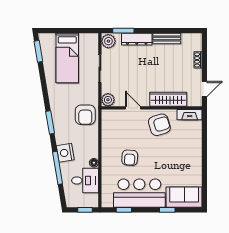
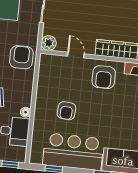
armchair: (85, 115) -> (21, 57), turned 180
armchair: (159, 125) -> (104, 77), turned 107

